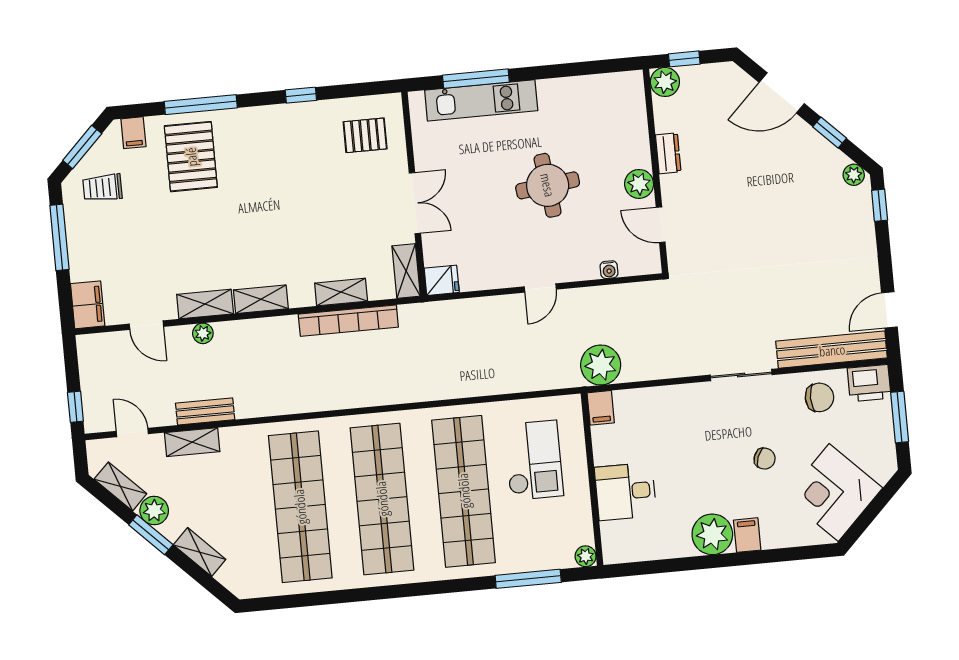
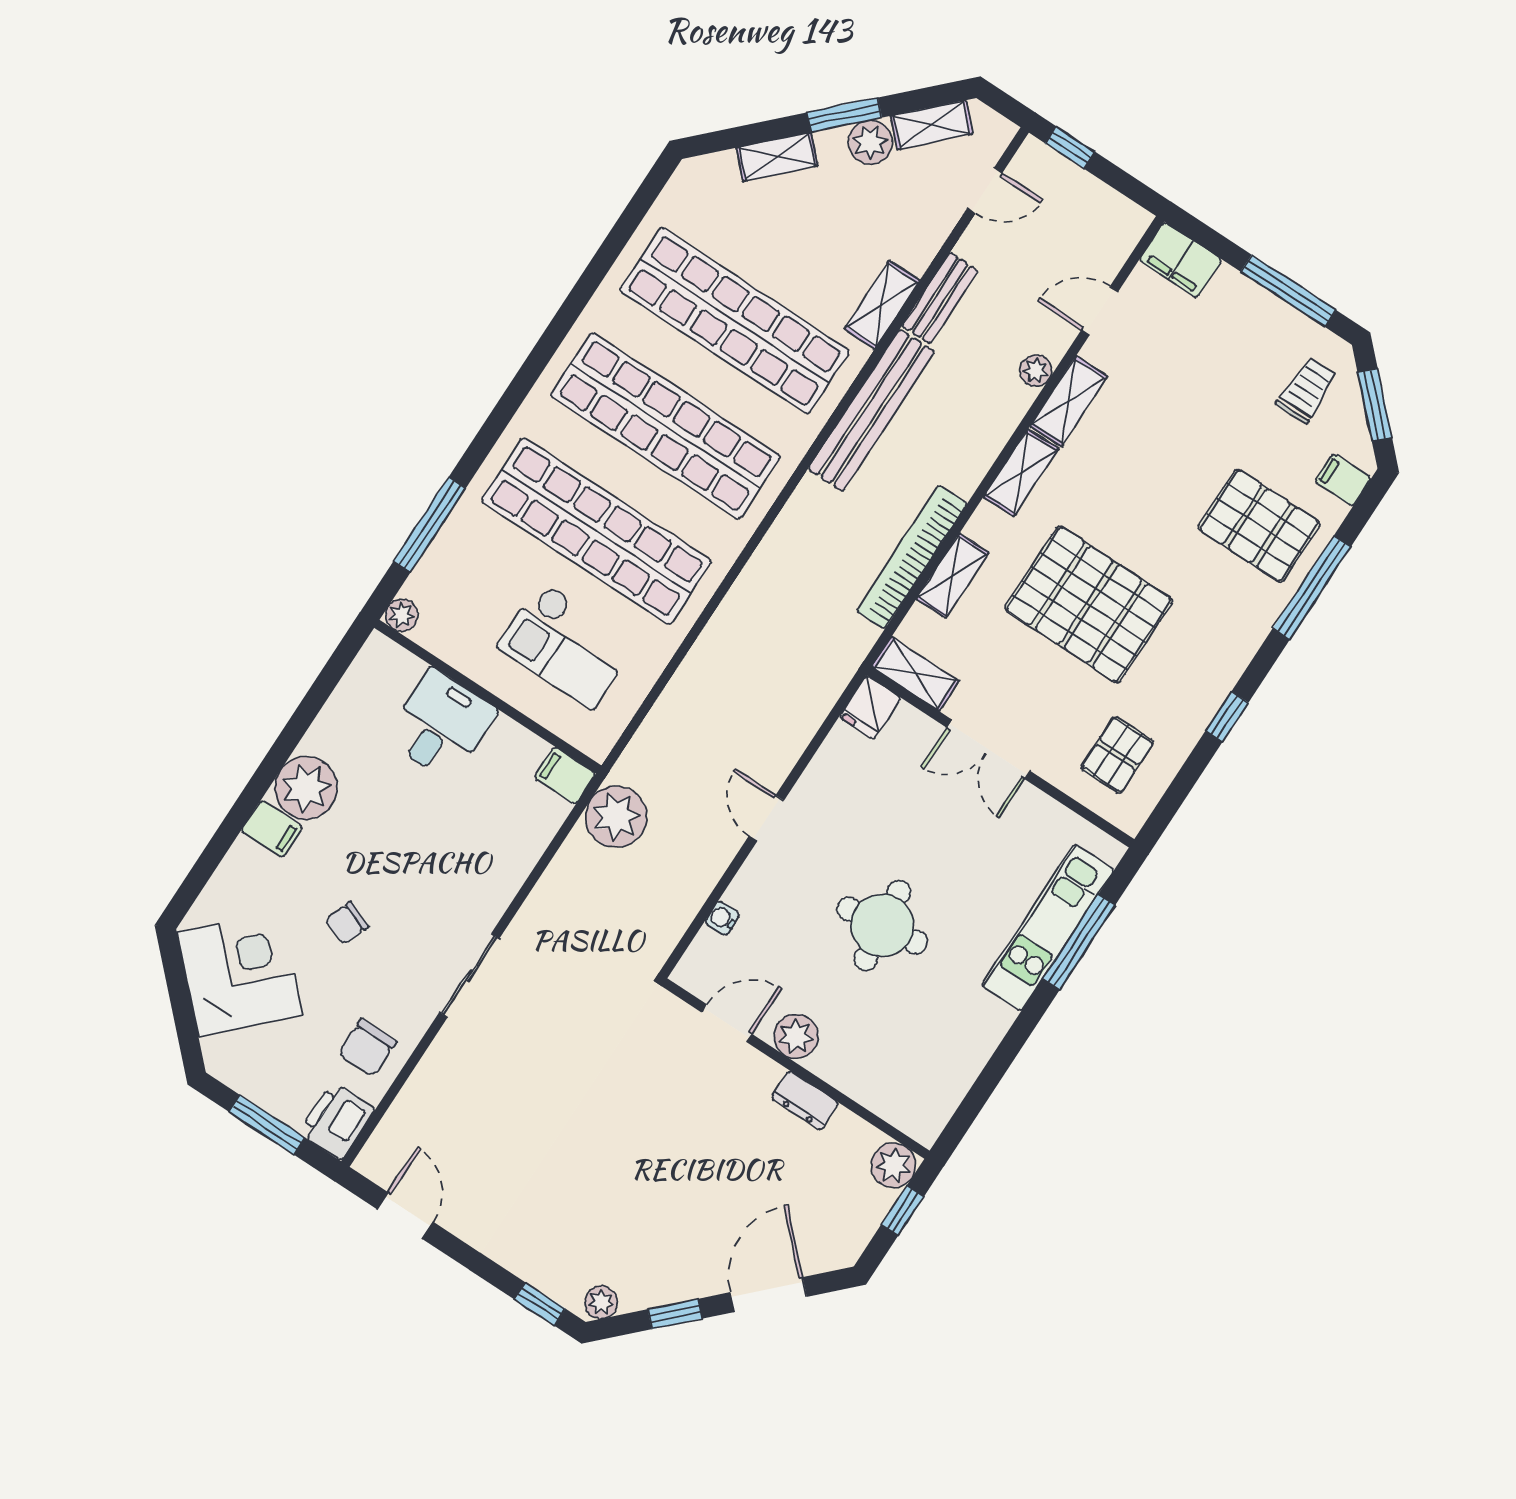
pallet: (300, 211) -> (1089, 604), added
bench: (832, 350) -> (871, 410), moved
shelving: (192, 442) -> (882, 305), moved

